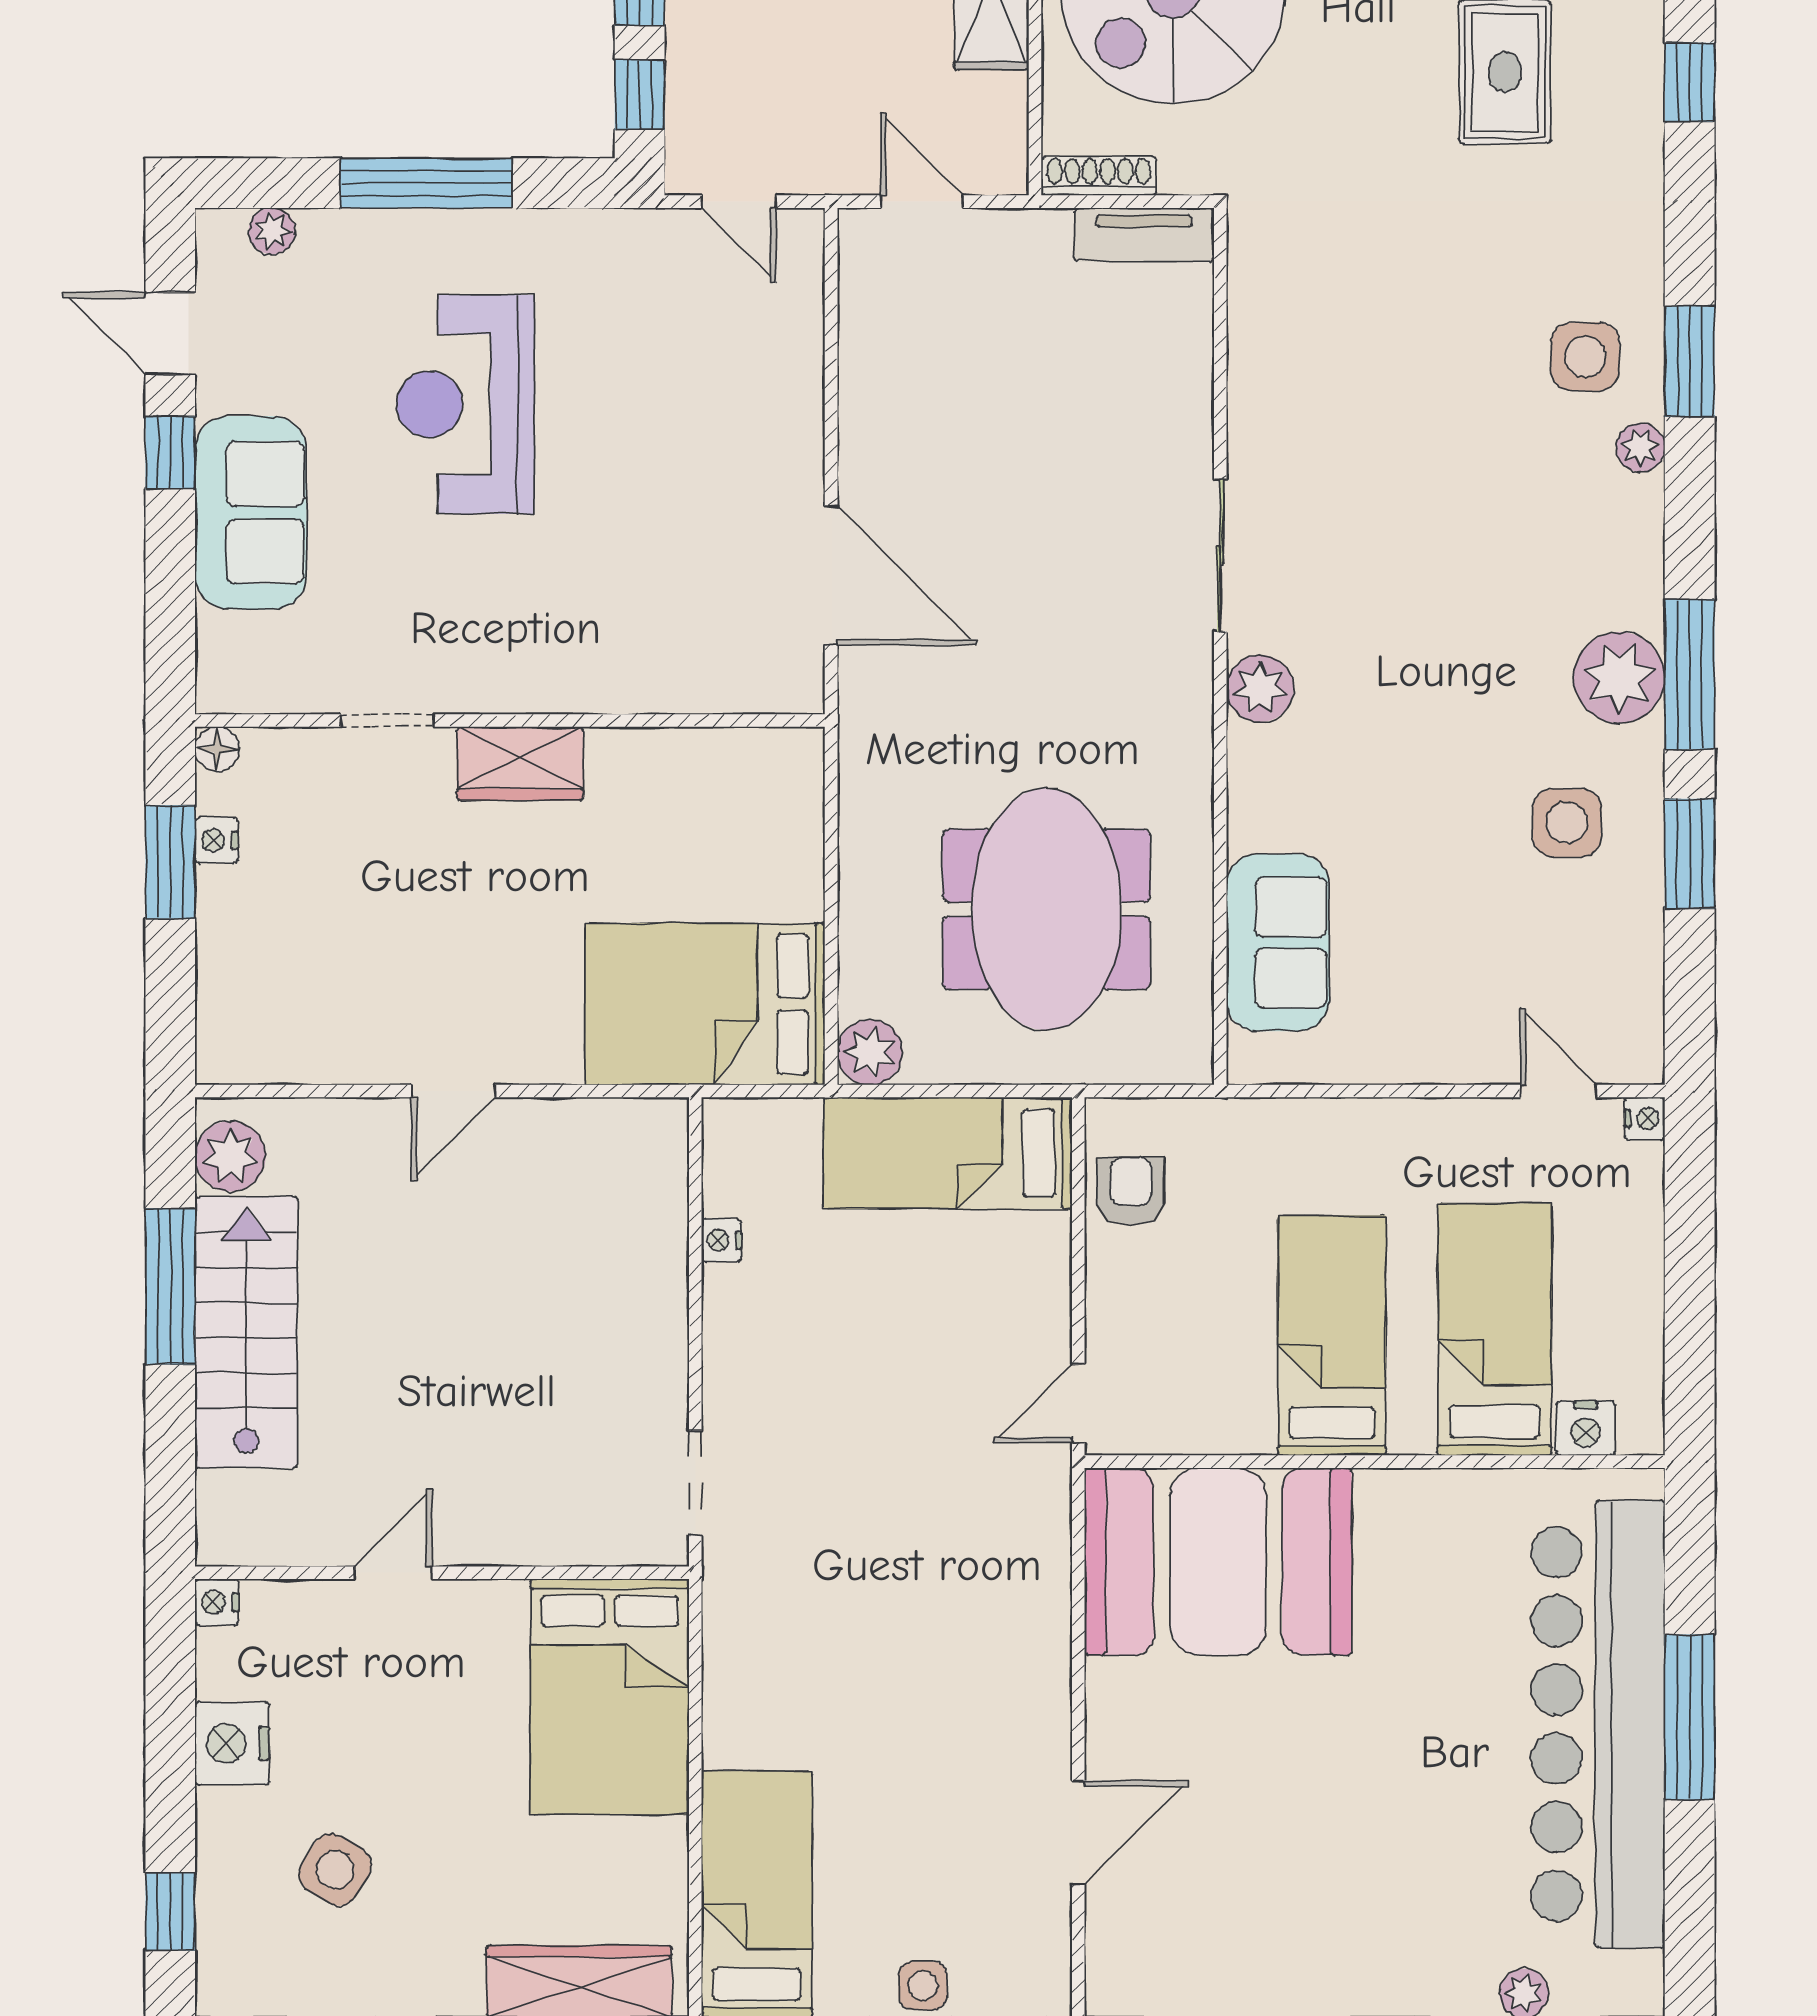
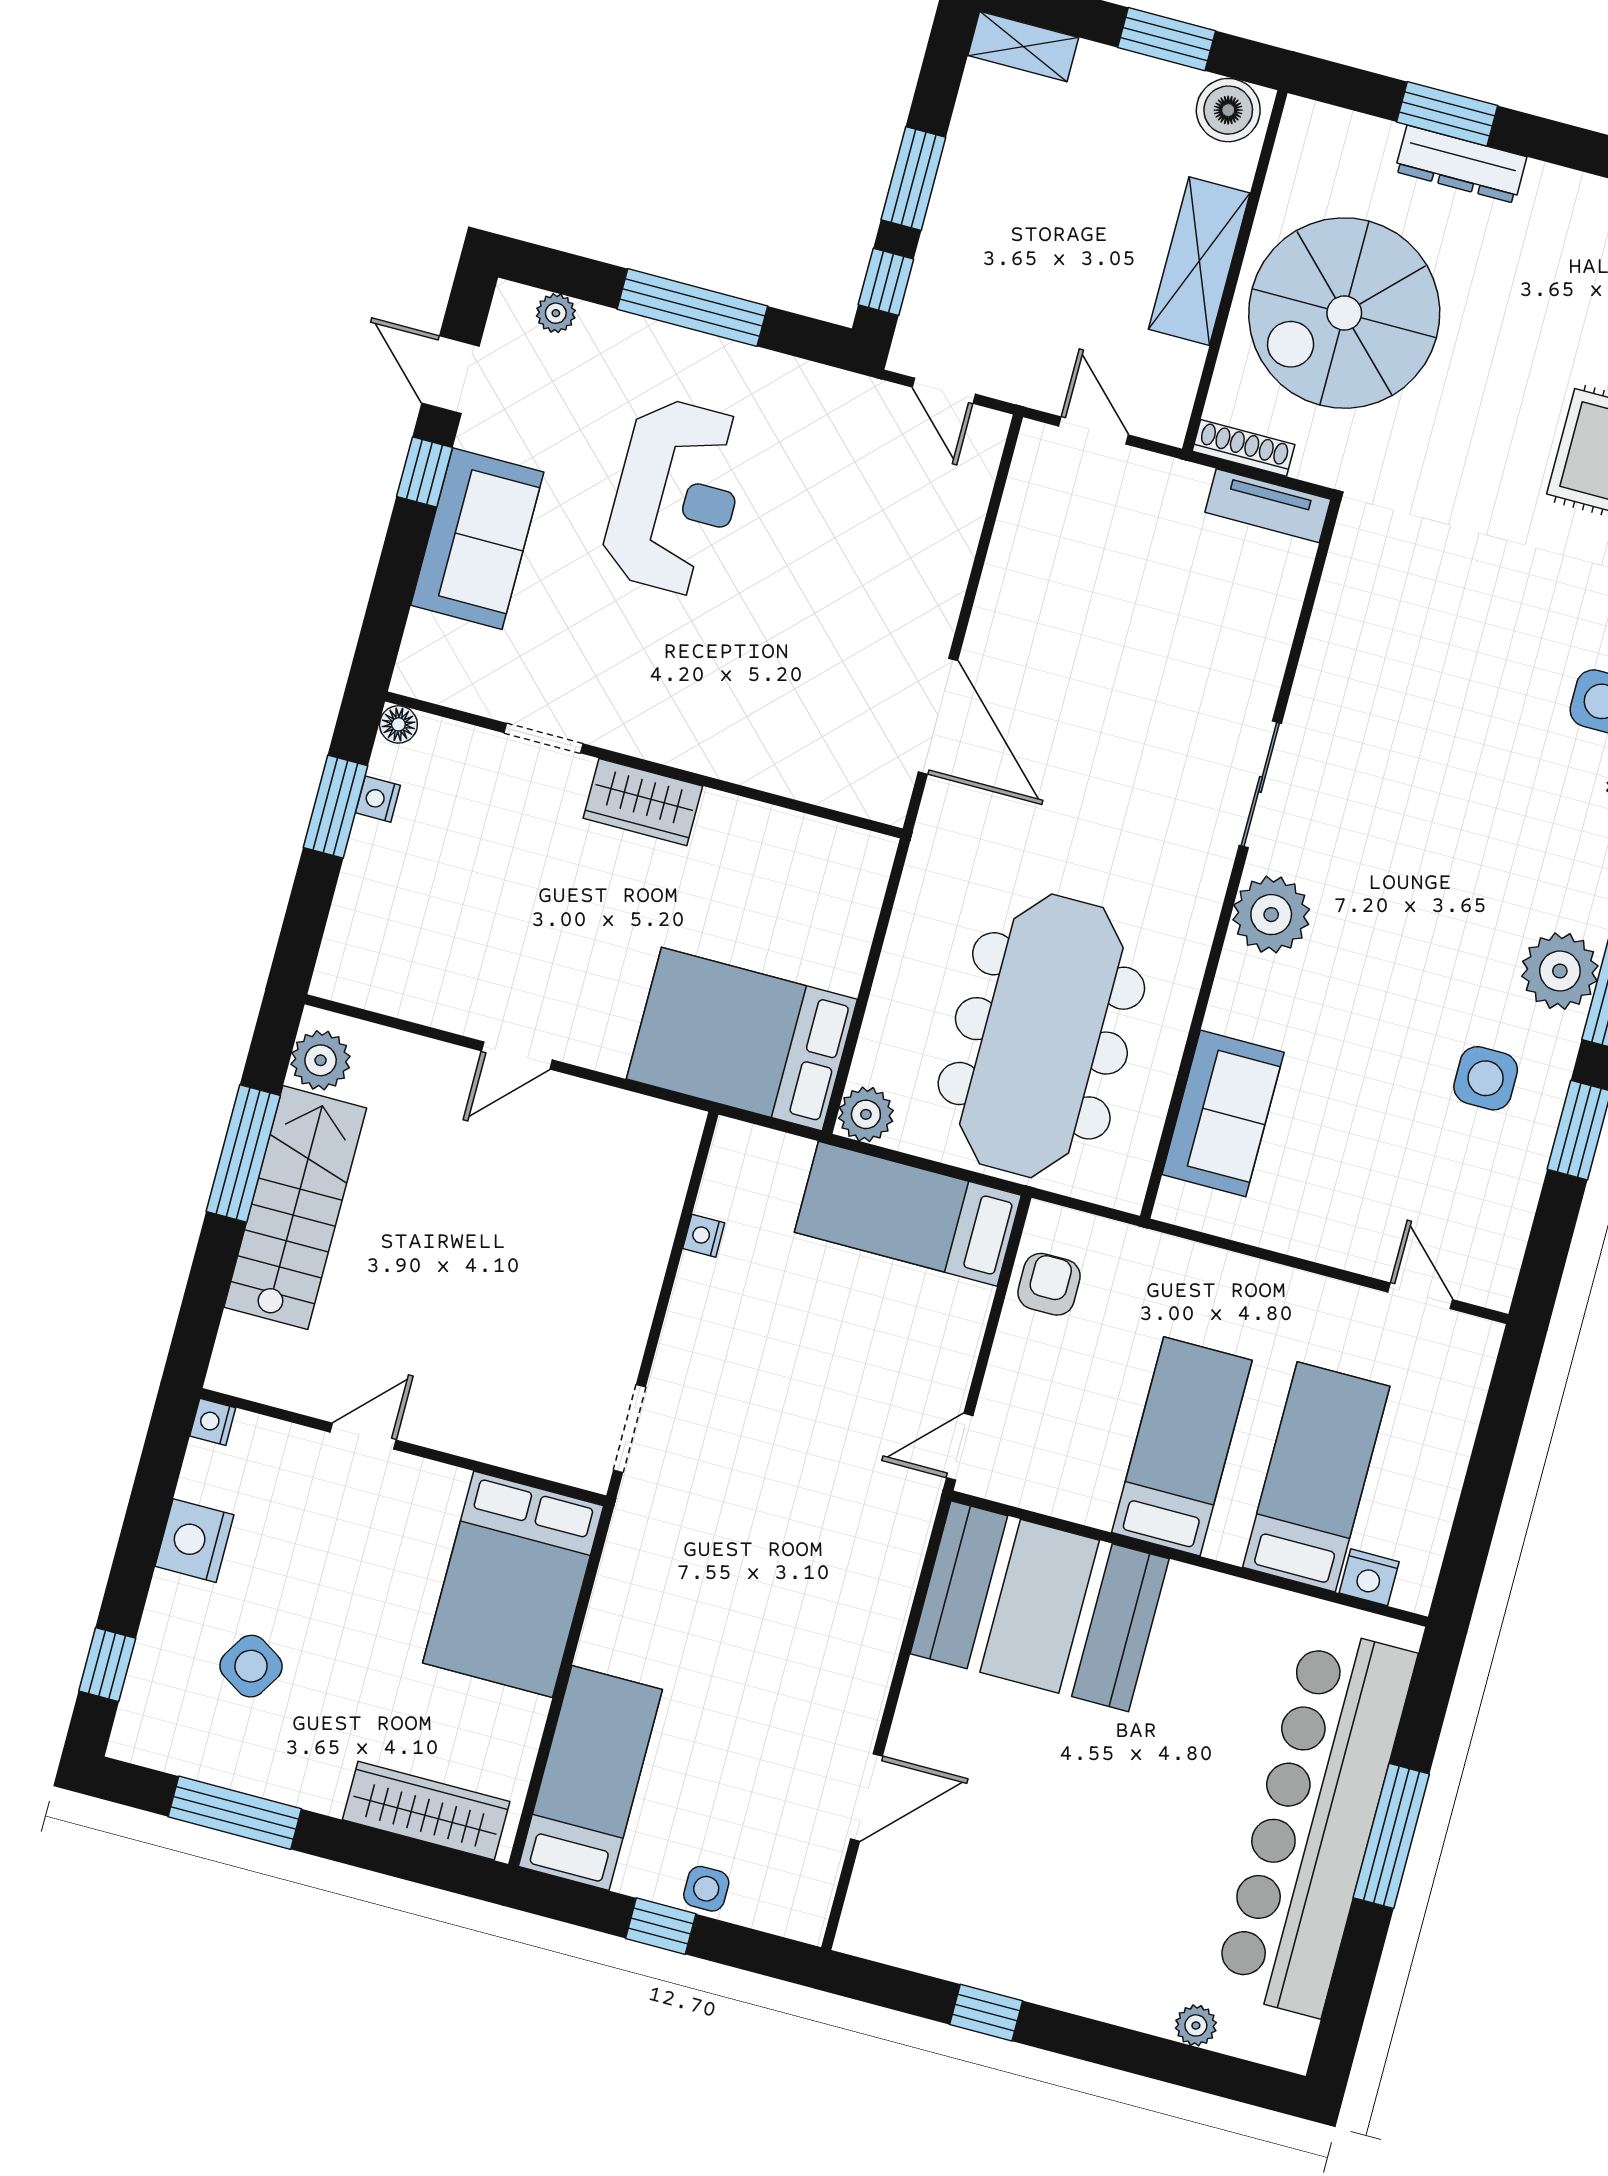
reception desk: (465, 404) -> (676, 497), turned 180
plant: (1260, 689) -> (1271, 915), width x1.36, depth x1.36
meeting table: (1046, 909) -> (1041, 1036), width x1.36
nightstand: (1645, 1119) -> (1485, 1337), removed

